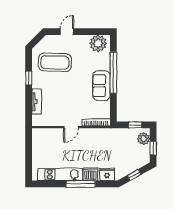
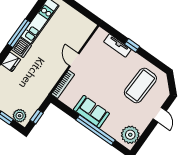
window: (29, 78) -> (132, 45), moved

